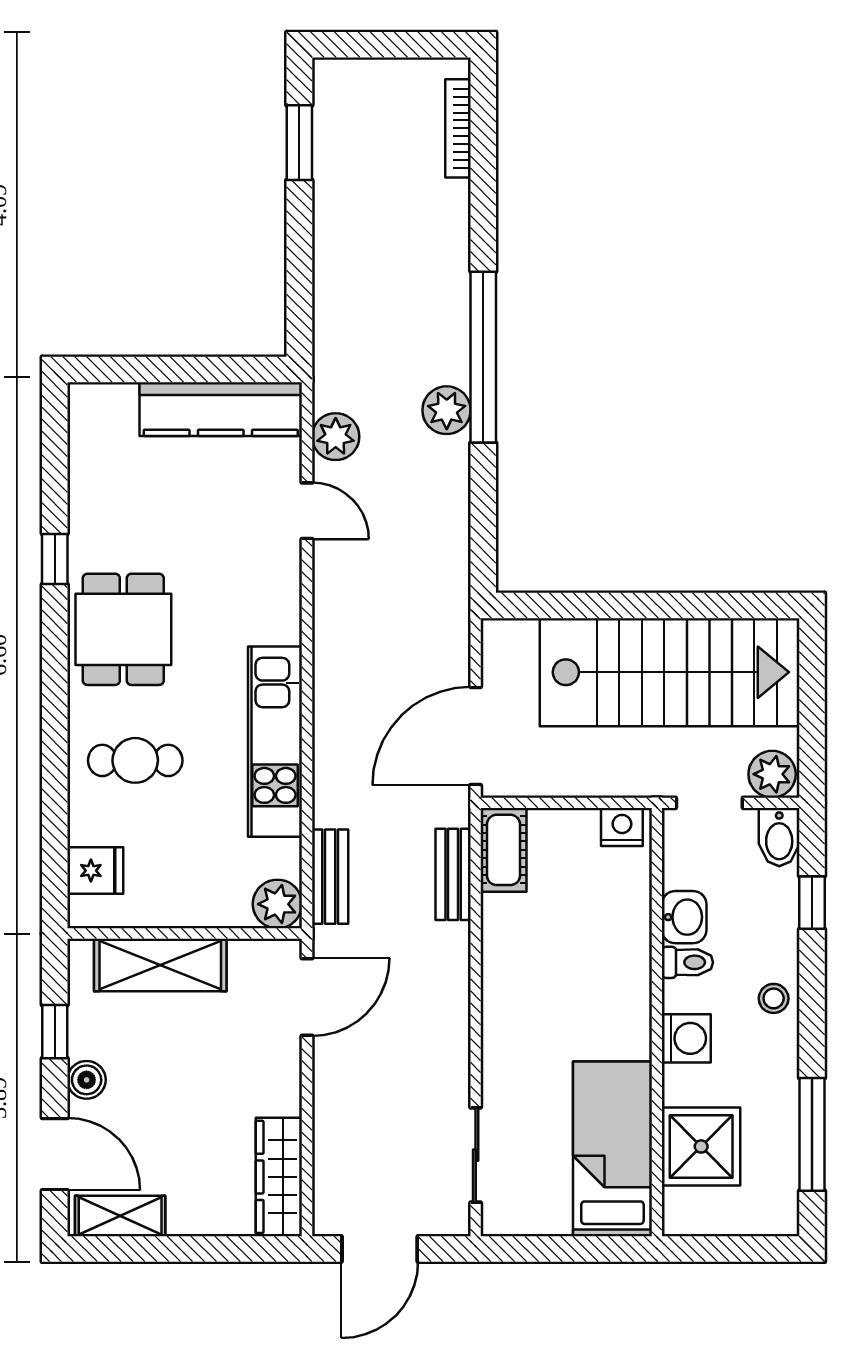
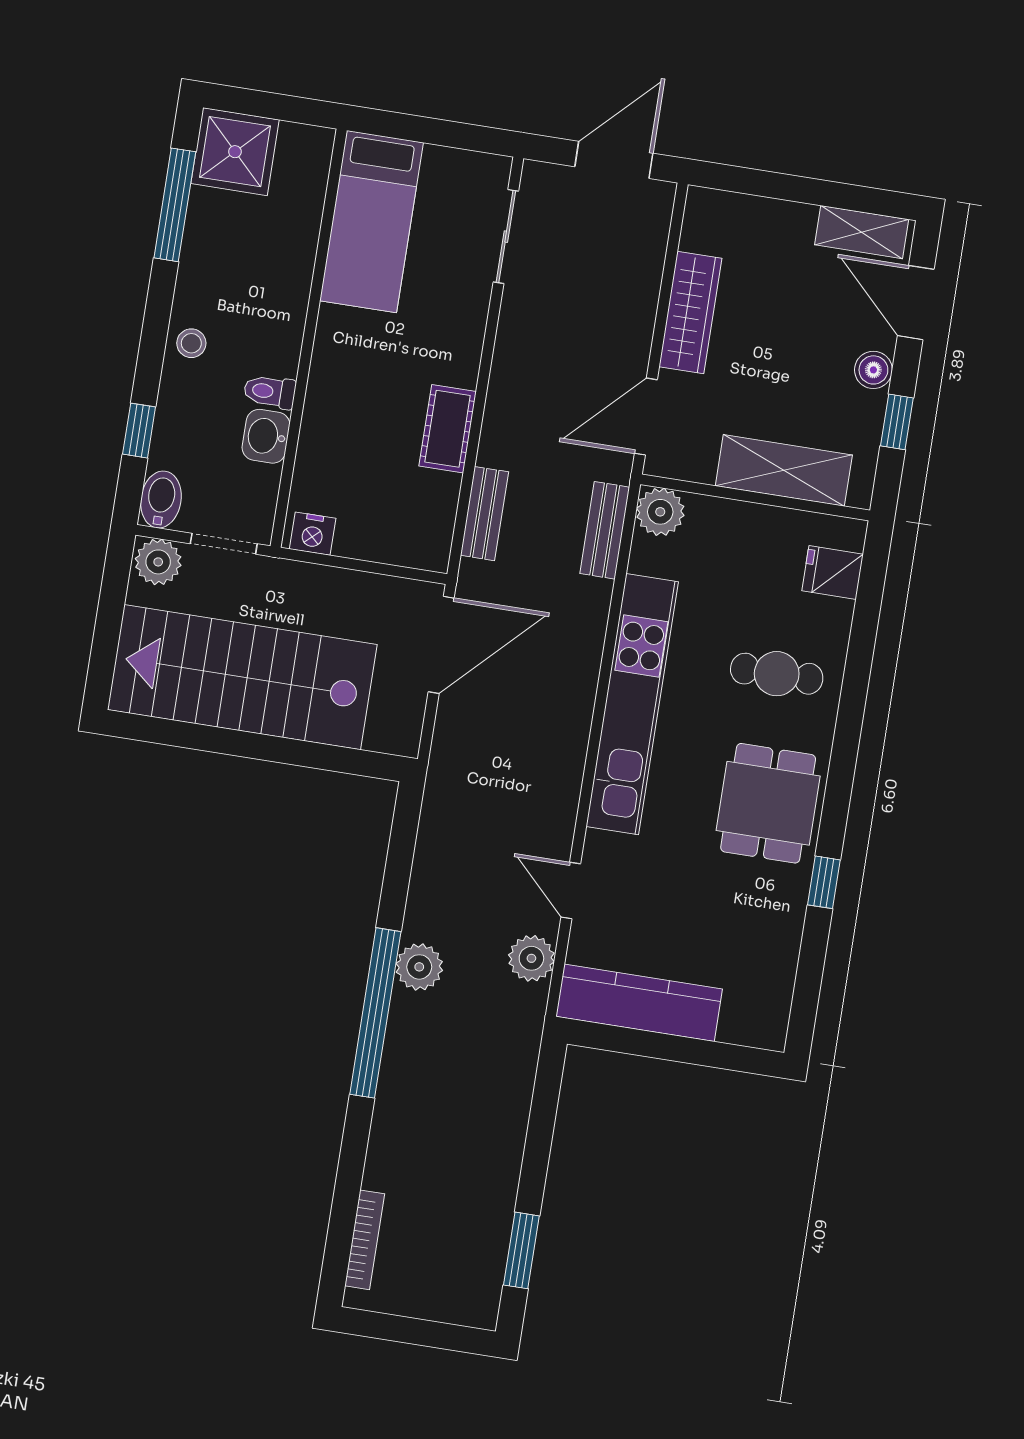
kitchen unit: (275, 742) -> (632, 704), width x1.36
cot: (503, 850) -> (448, 429), moved
washing machine: (686, 1038) -> (283, 318), removed
shower: (701, 1146) -> (235, 152), moved
wardrobe: (279, 1177) -> (690, 312), moved

